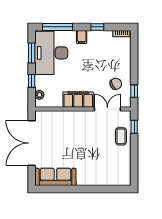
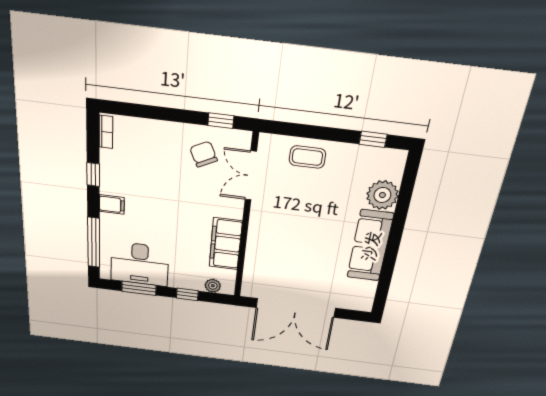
desk: (51, 53) -> (140, 264), width x0.73, depth x0.77
filing cabinet: (78, 100) -> (226, 244), moved
window: (134, 127) -> (373, 139), moved
sofa: (55, 177) -> (370, 246), moved
plant: (106, 178) -> (382, 195), added

